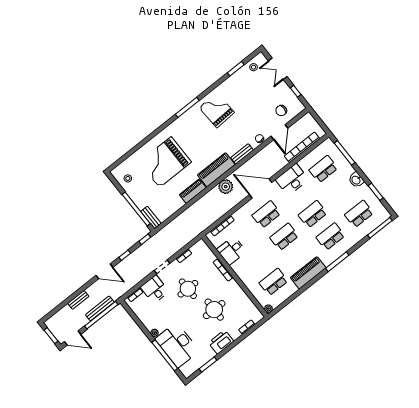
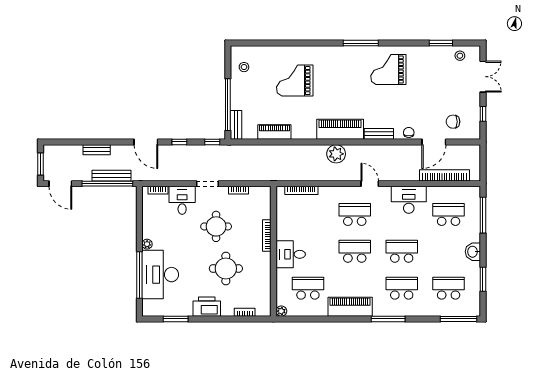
double door: (278, 69) -> (483, 77), swing flipped
grand piano: (217, 110) -> (388, 70), turned -87
grand piano: (165, 162) -> (295, 81), width x0.73, depth x0.68
door: (261, 188) -> (370, 184), width x0.53
piano: (193, 191) -> (274, 132), moved
desk: (231, 251) -> (291, 254), moved

